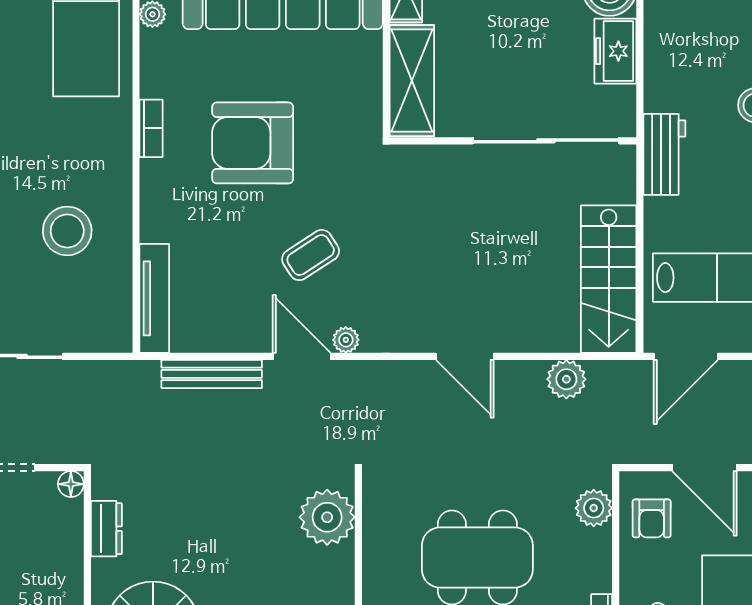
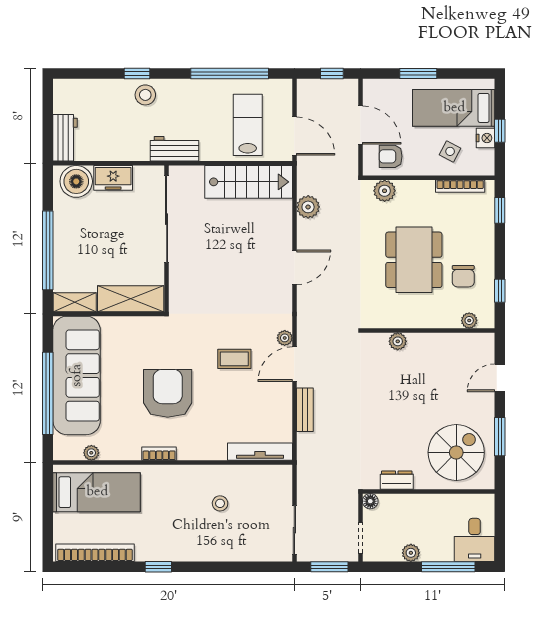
armchair: (253, 143) -> (168, 393), turned 180
stool: (67, 231) -> (220, 503), width x0.53, depth x0.53
coffee table: (311, 255) -> (234, 359), turned -57
bench: (212, 374) -> (305, 410), width x0.73
door: (704, 468) -> (361, 125), hinge flipped
plant: (327, 517) -> (398, 341), width x0.53, depth x0.53
armchair: (652, 518) -> (391, 156), turned 180

